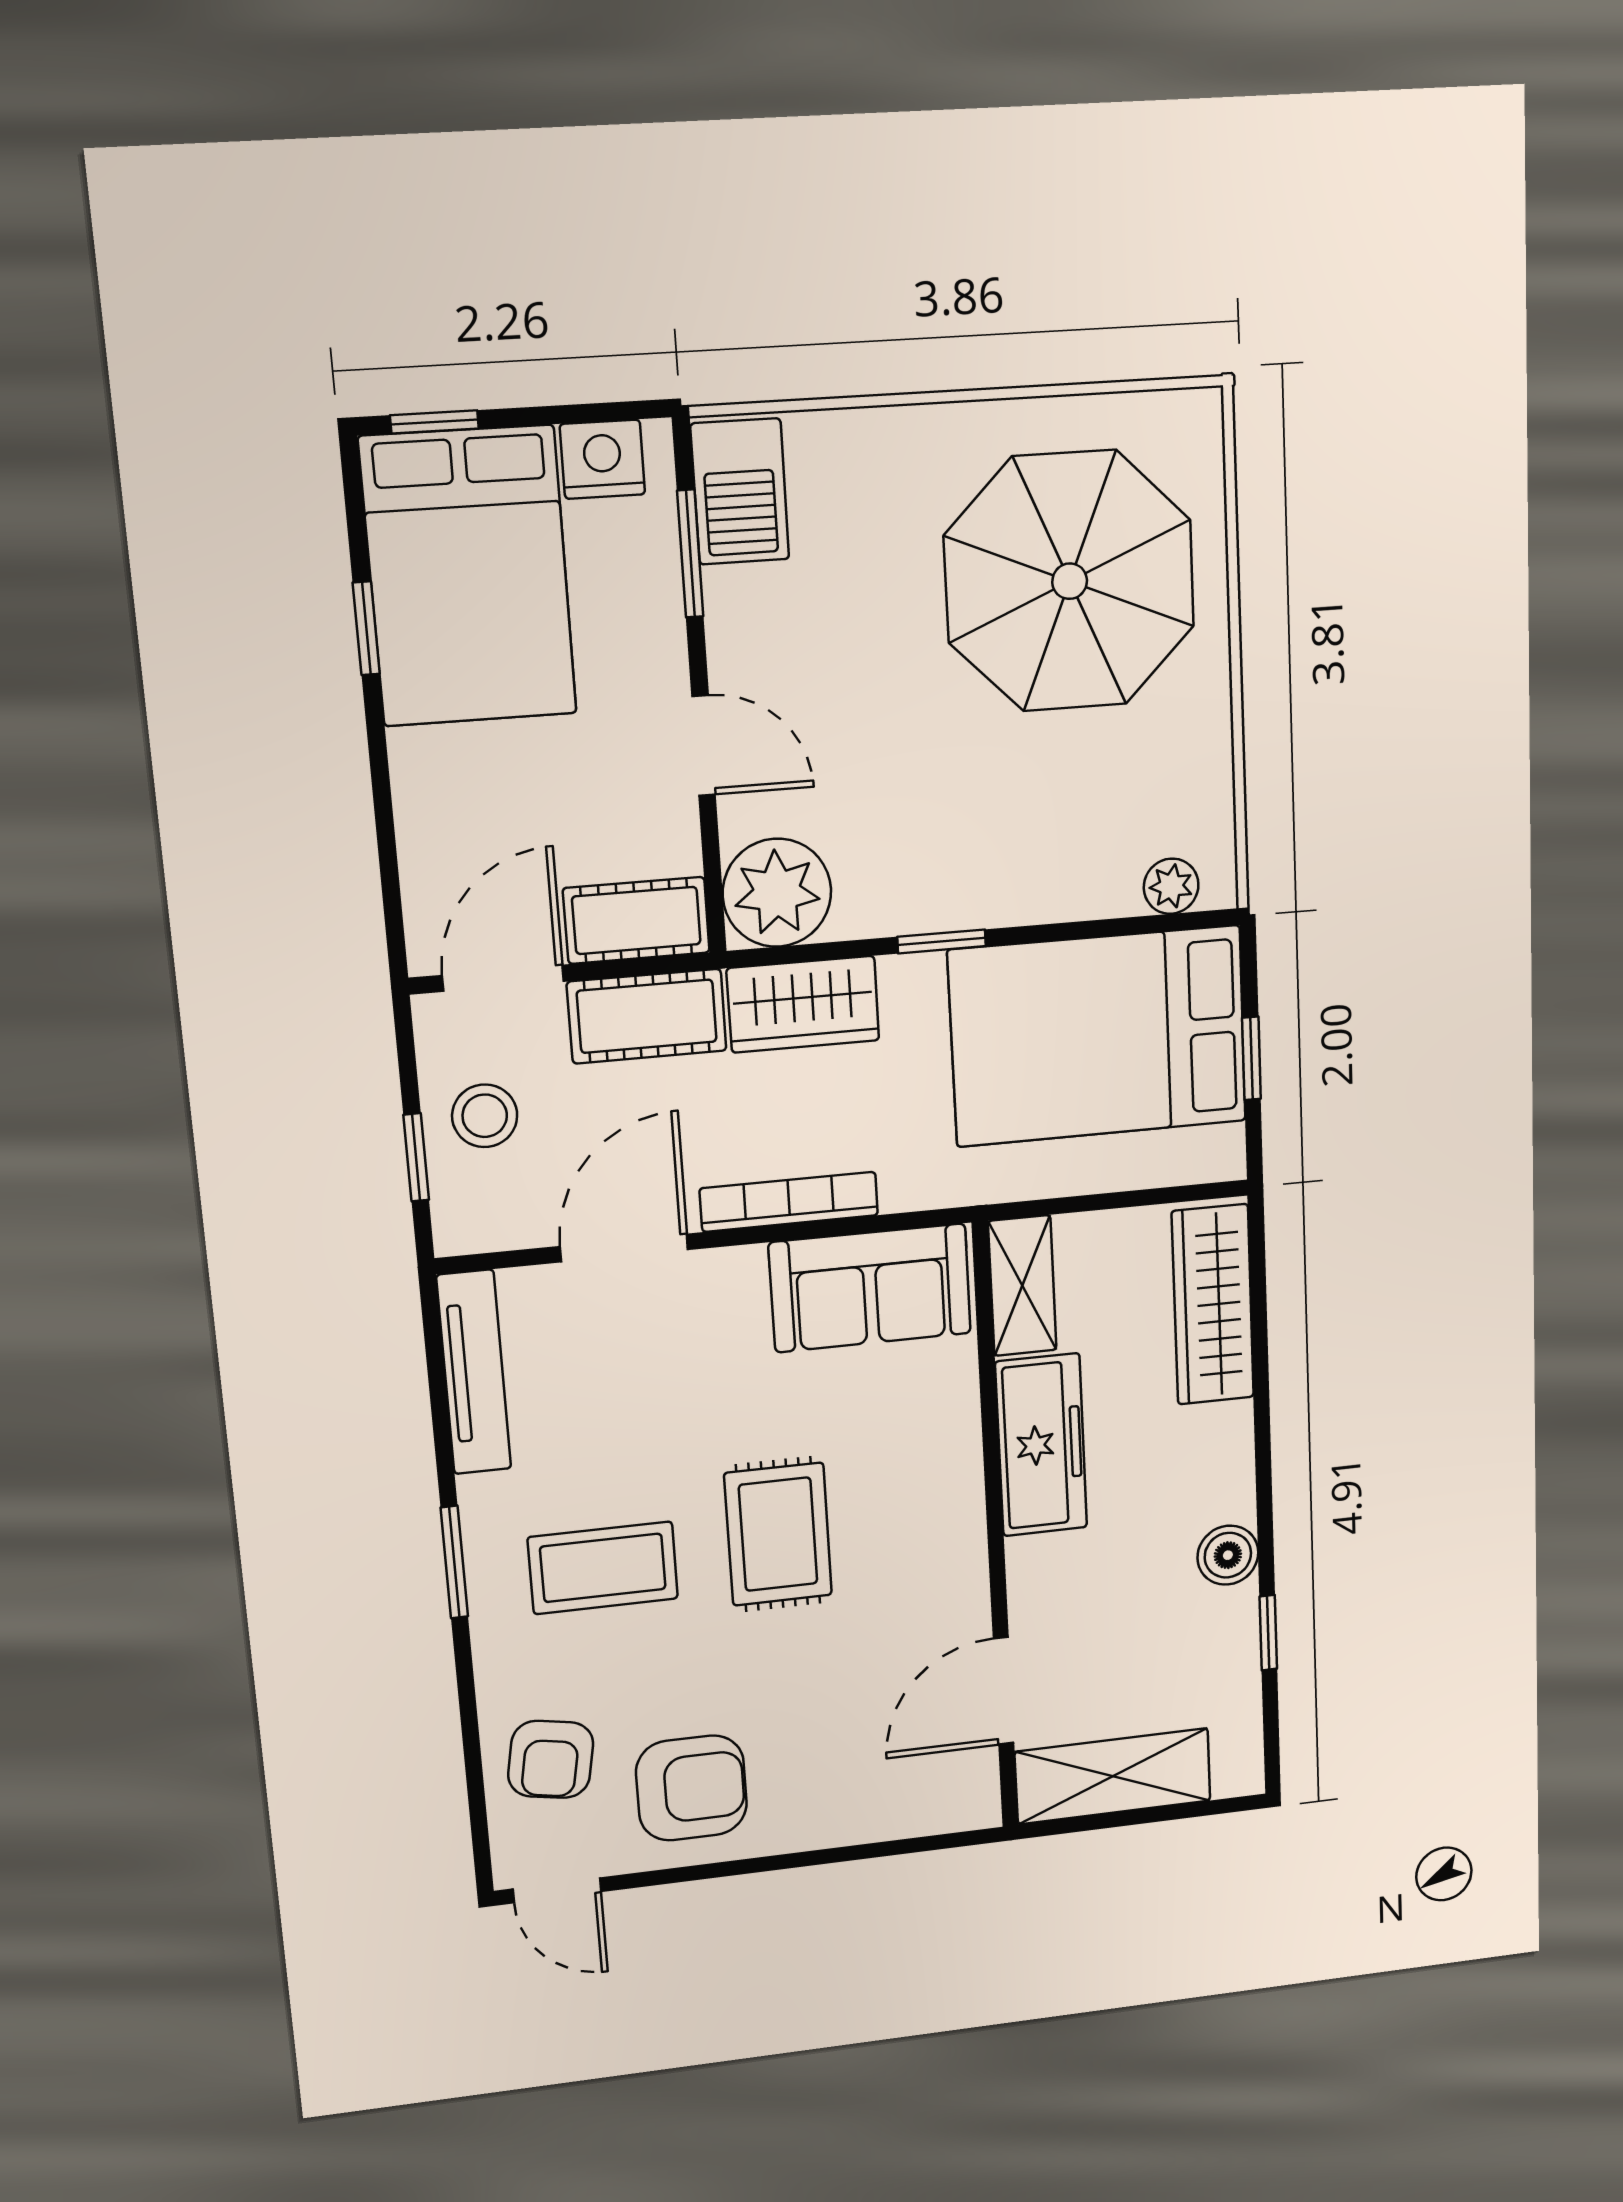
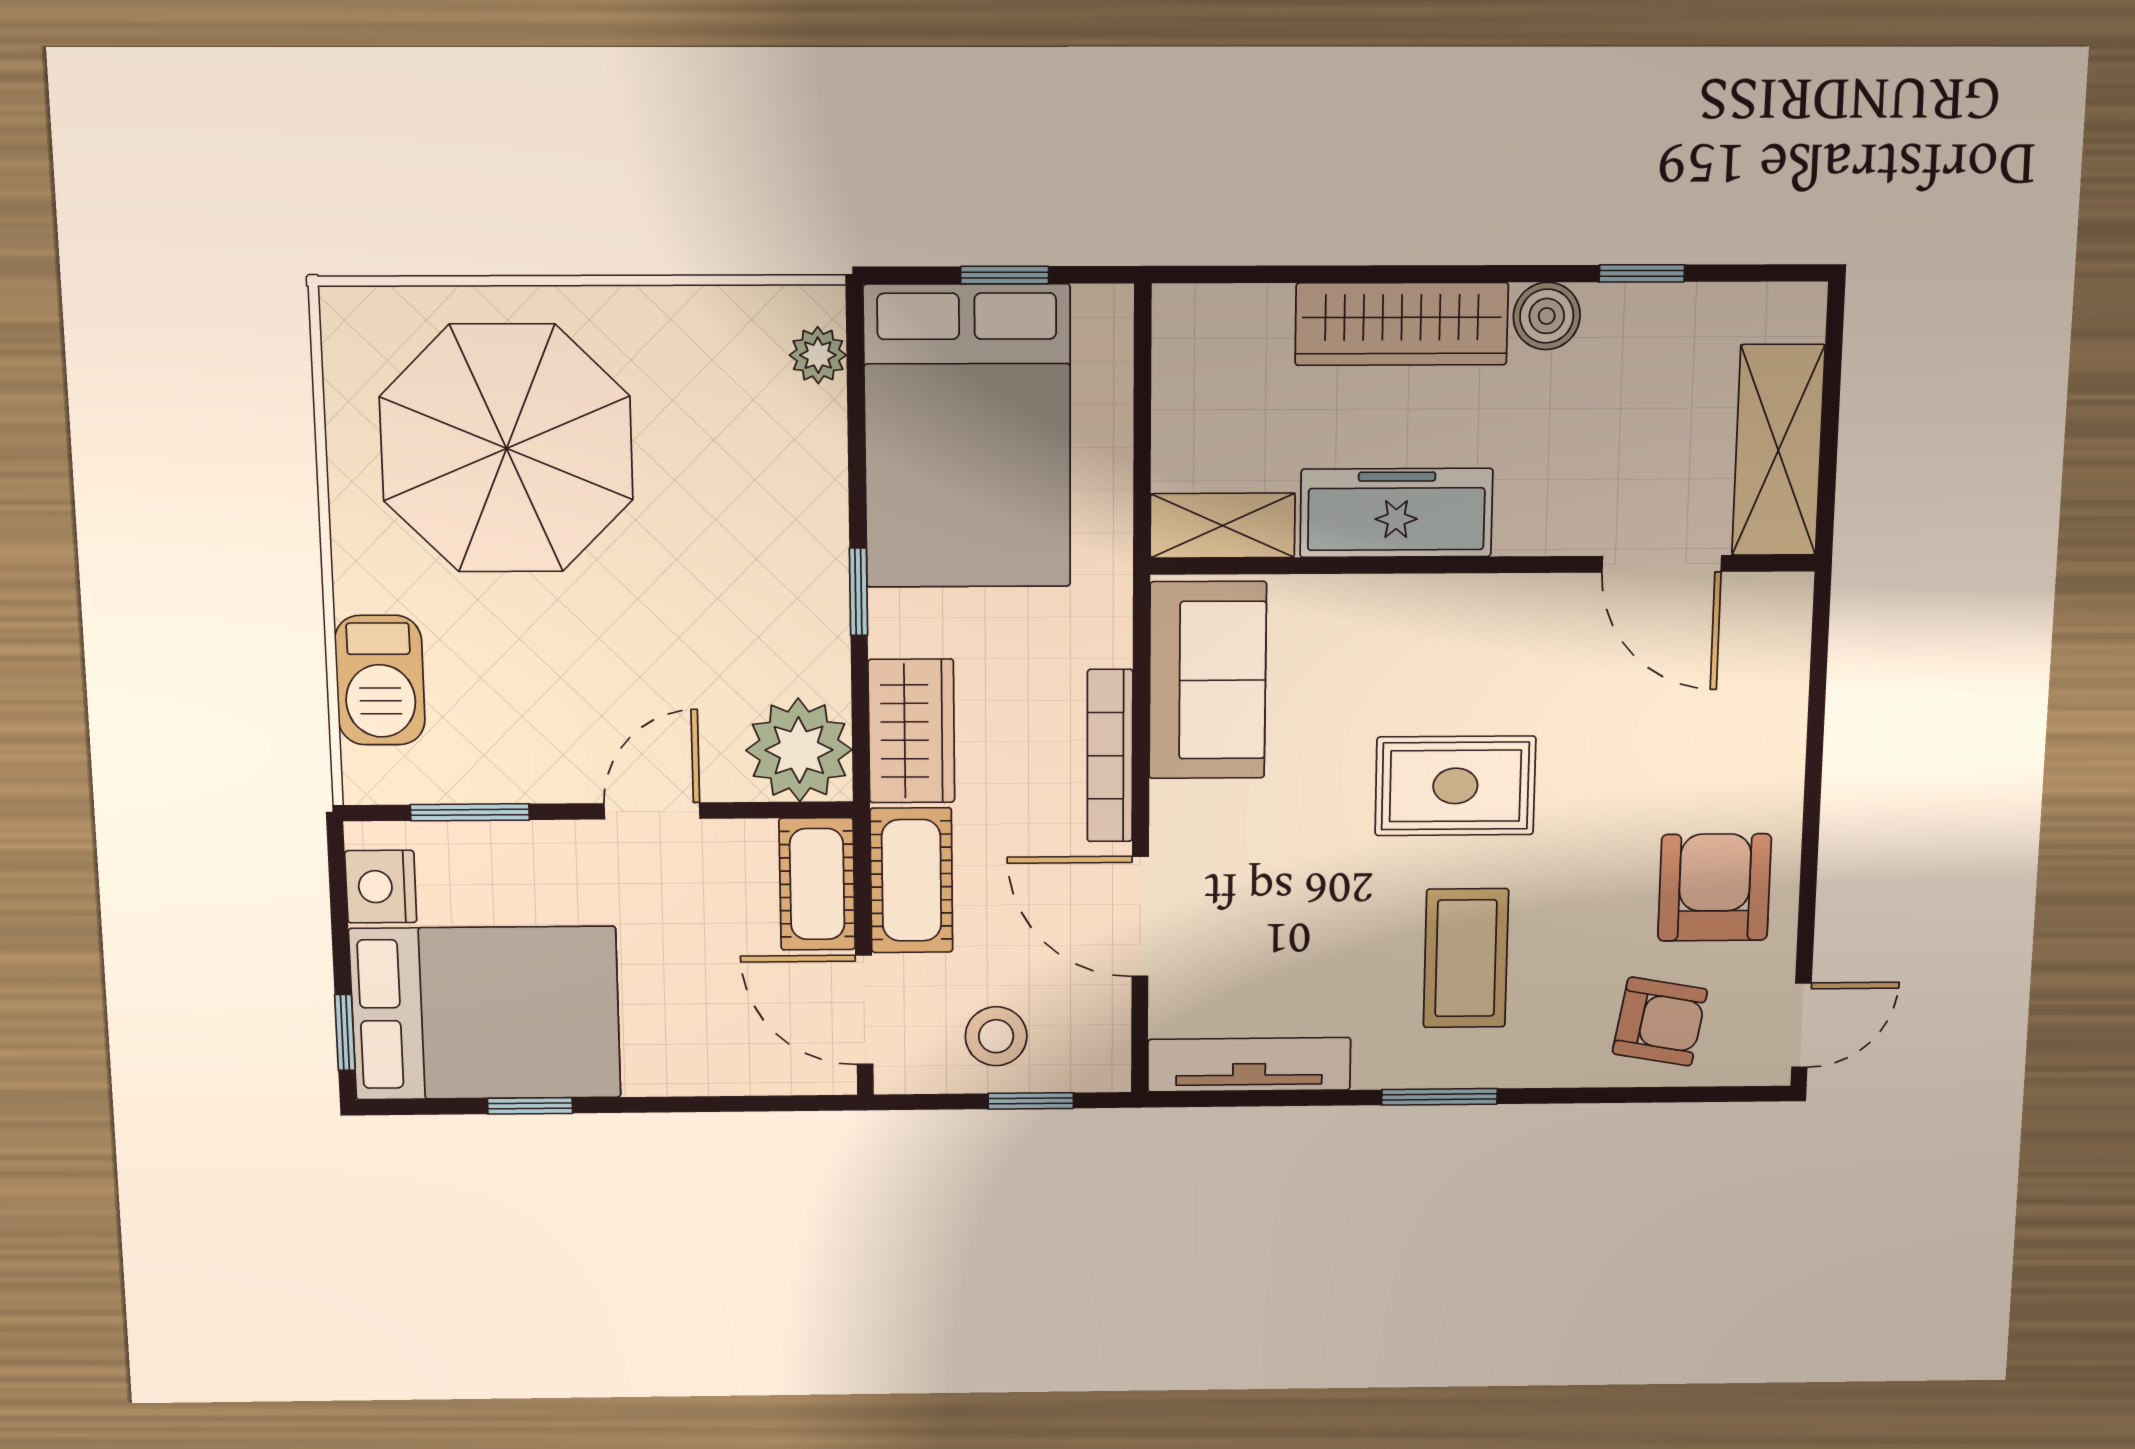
barbecue: (740, 492) -> (380, 680), moved, turned 90
wardrobe: (1213, 1305) -> (1402, 324), moved

